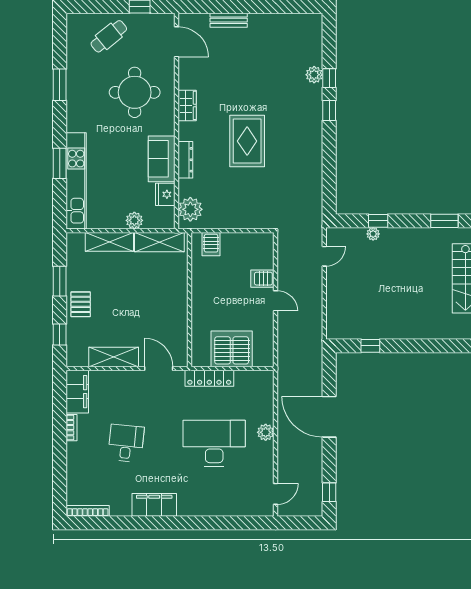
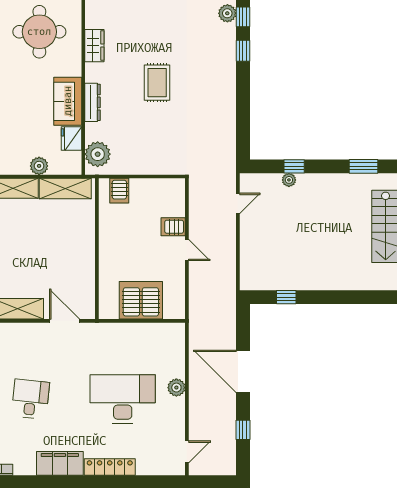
rug: (247, 141) -> (157, 83), width x0.73, depth x0.70
locker: (209, 378) -> (110, 467), moved, turned 180
window: (329, 492) -> (243, 430), moved

